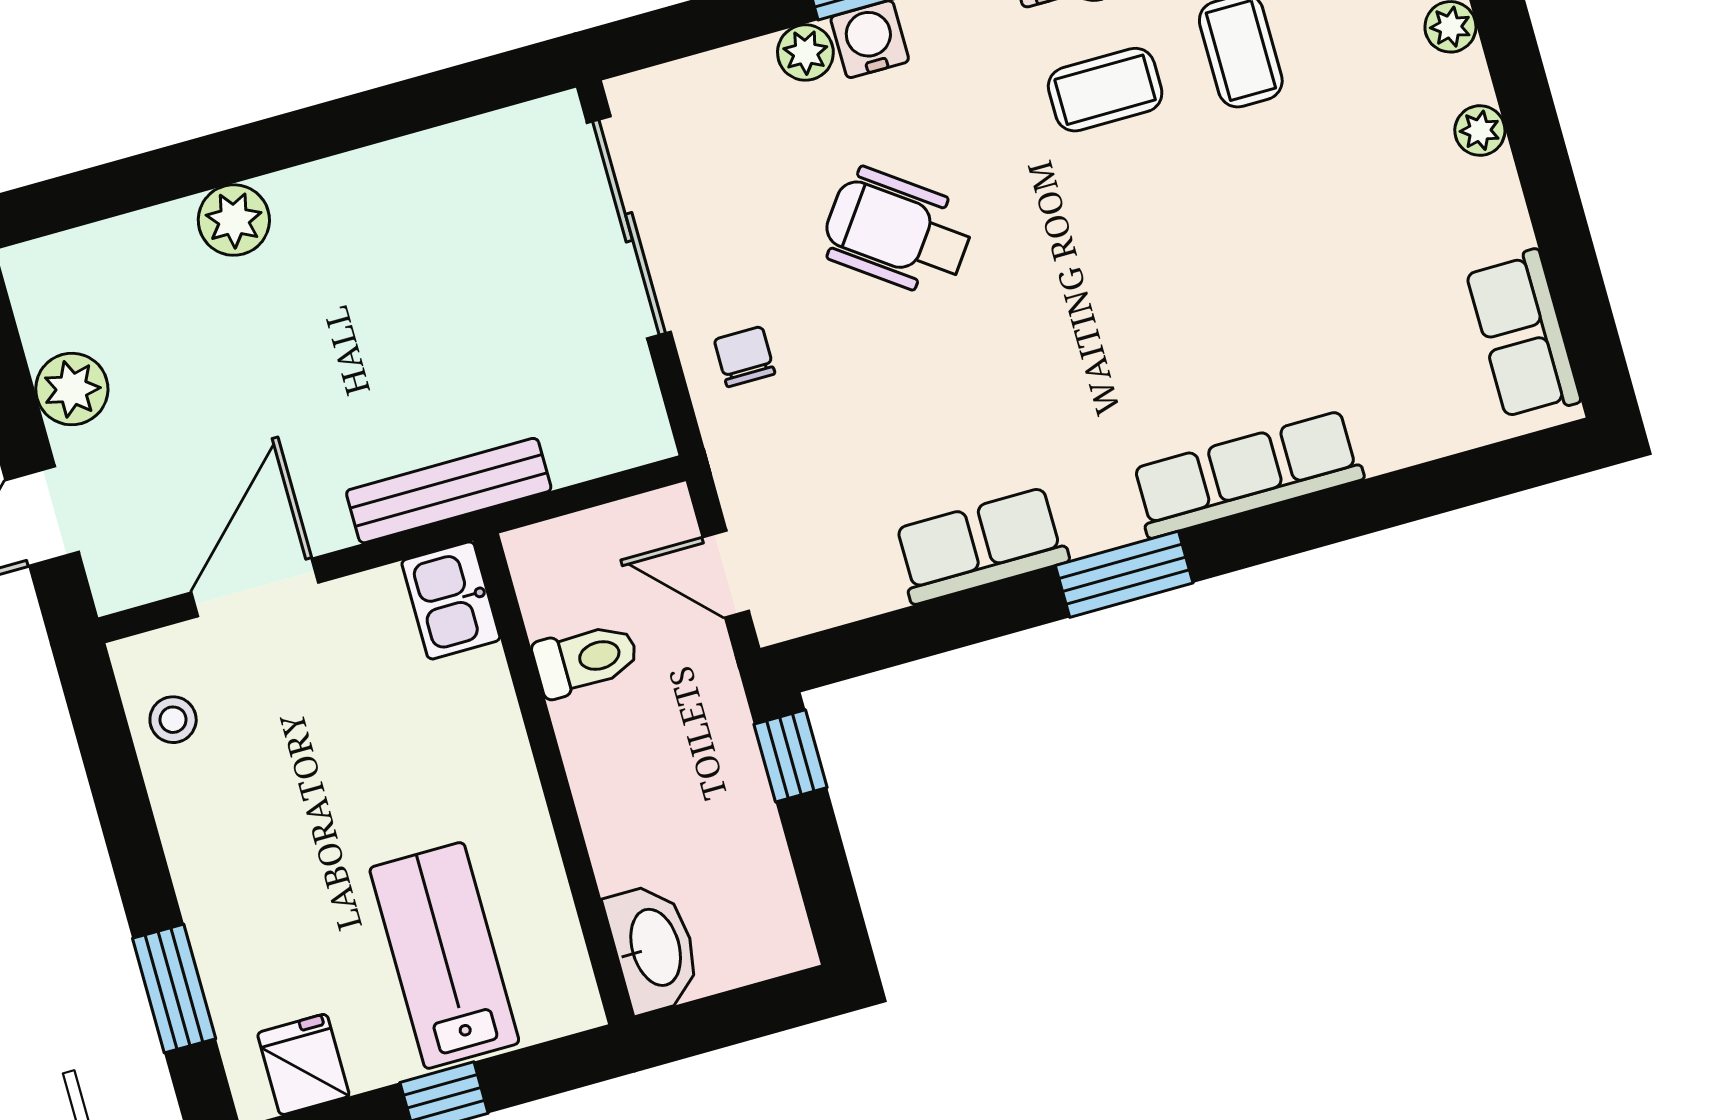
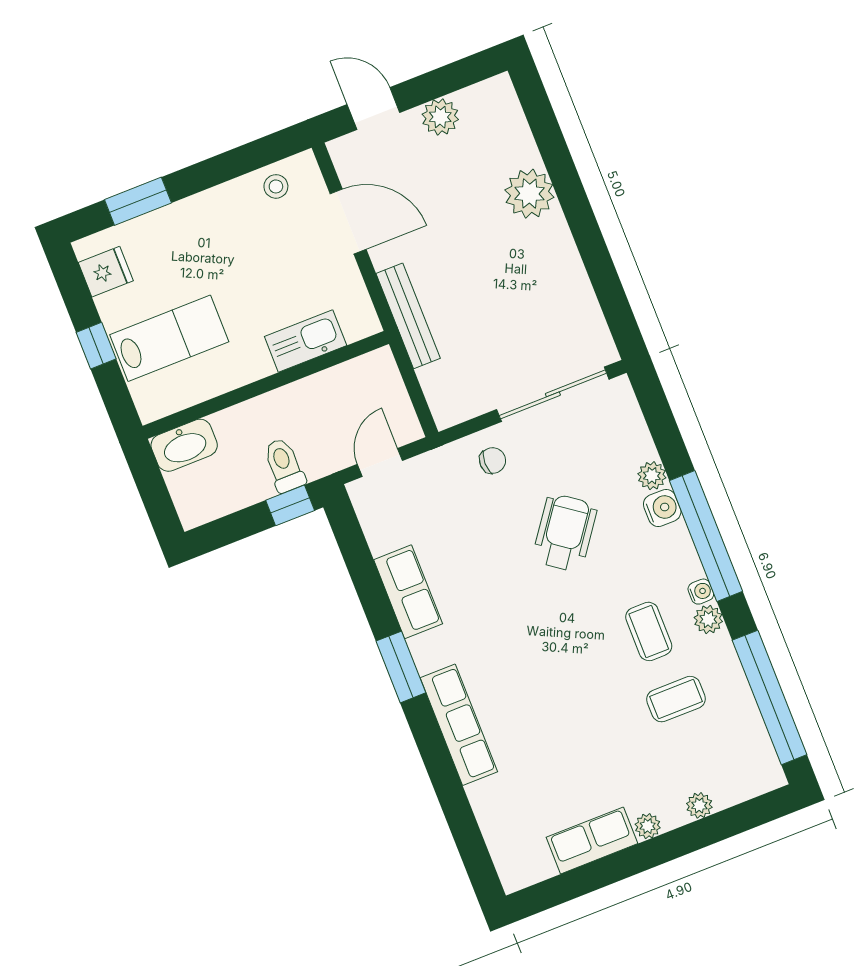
plant: (234, 220) -> (529, 194), width x1.36, depth x1.36
row of seats: (1523, 335) -> (592, 840), moved
kitchen sink: (451, 600) -> (306, 341), moved, width x1.38
toilet: (586, 659) -> (284, 465), moved, turned 180

